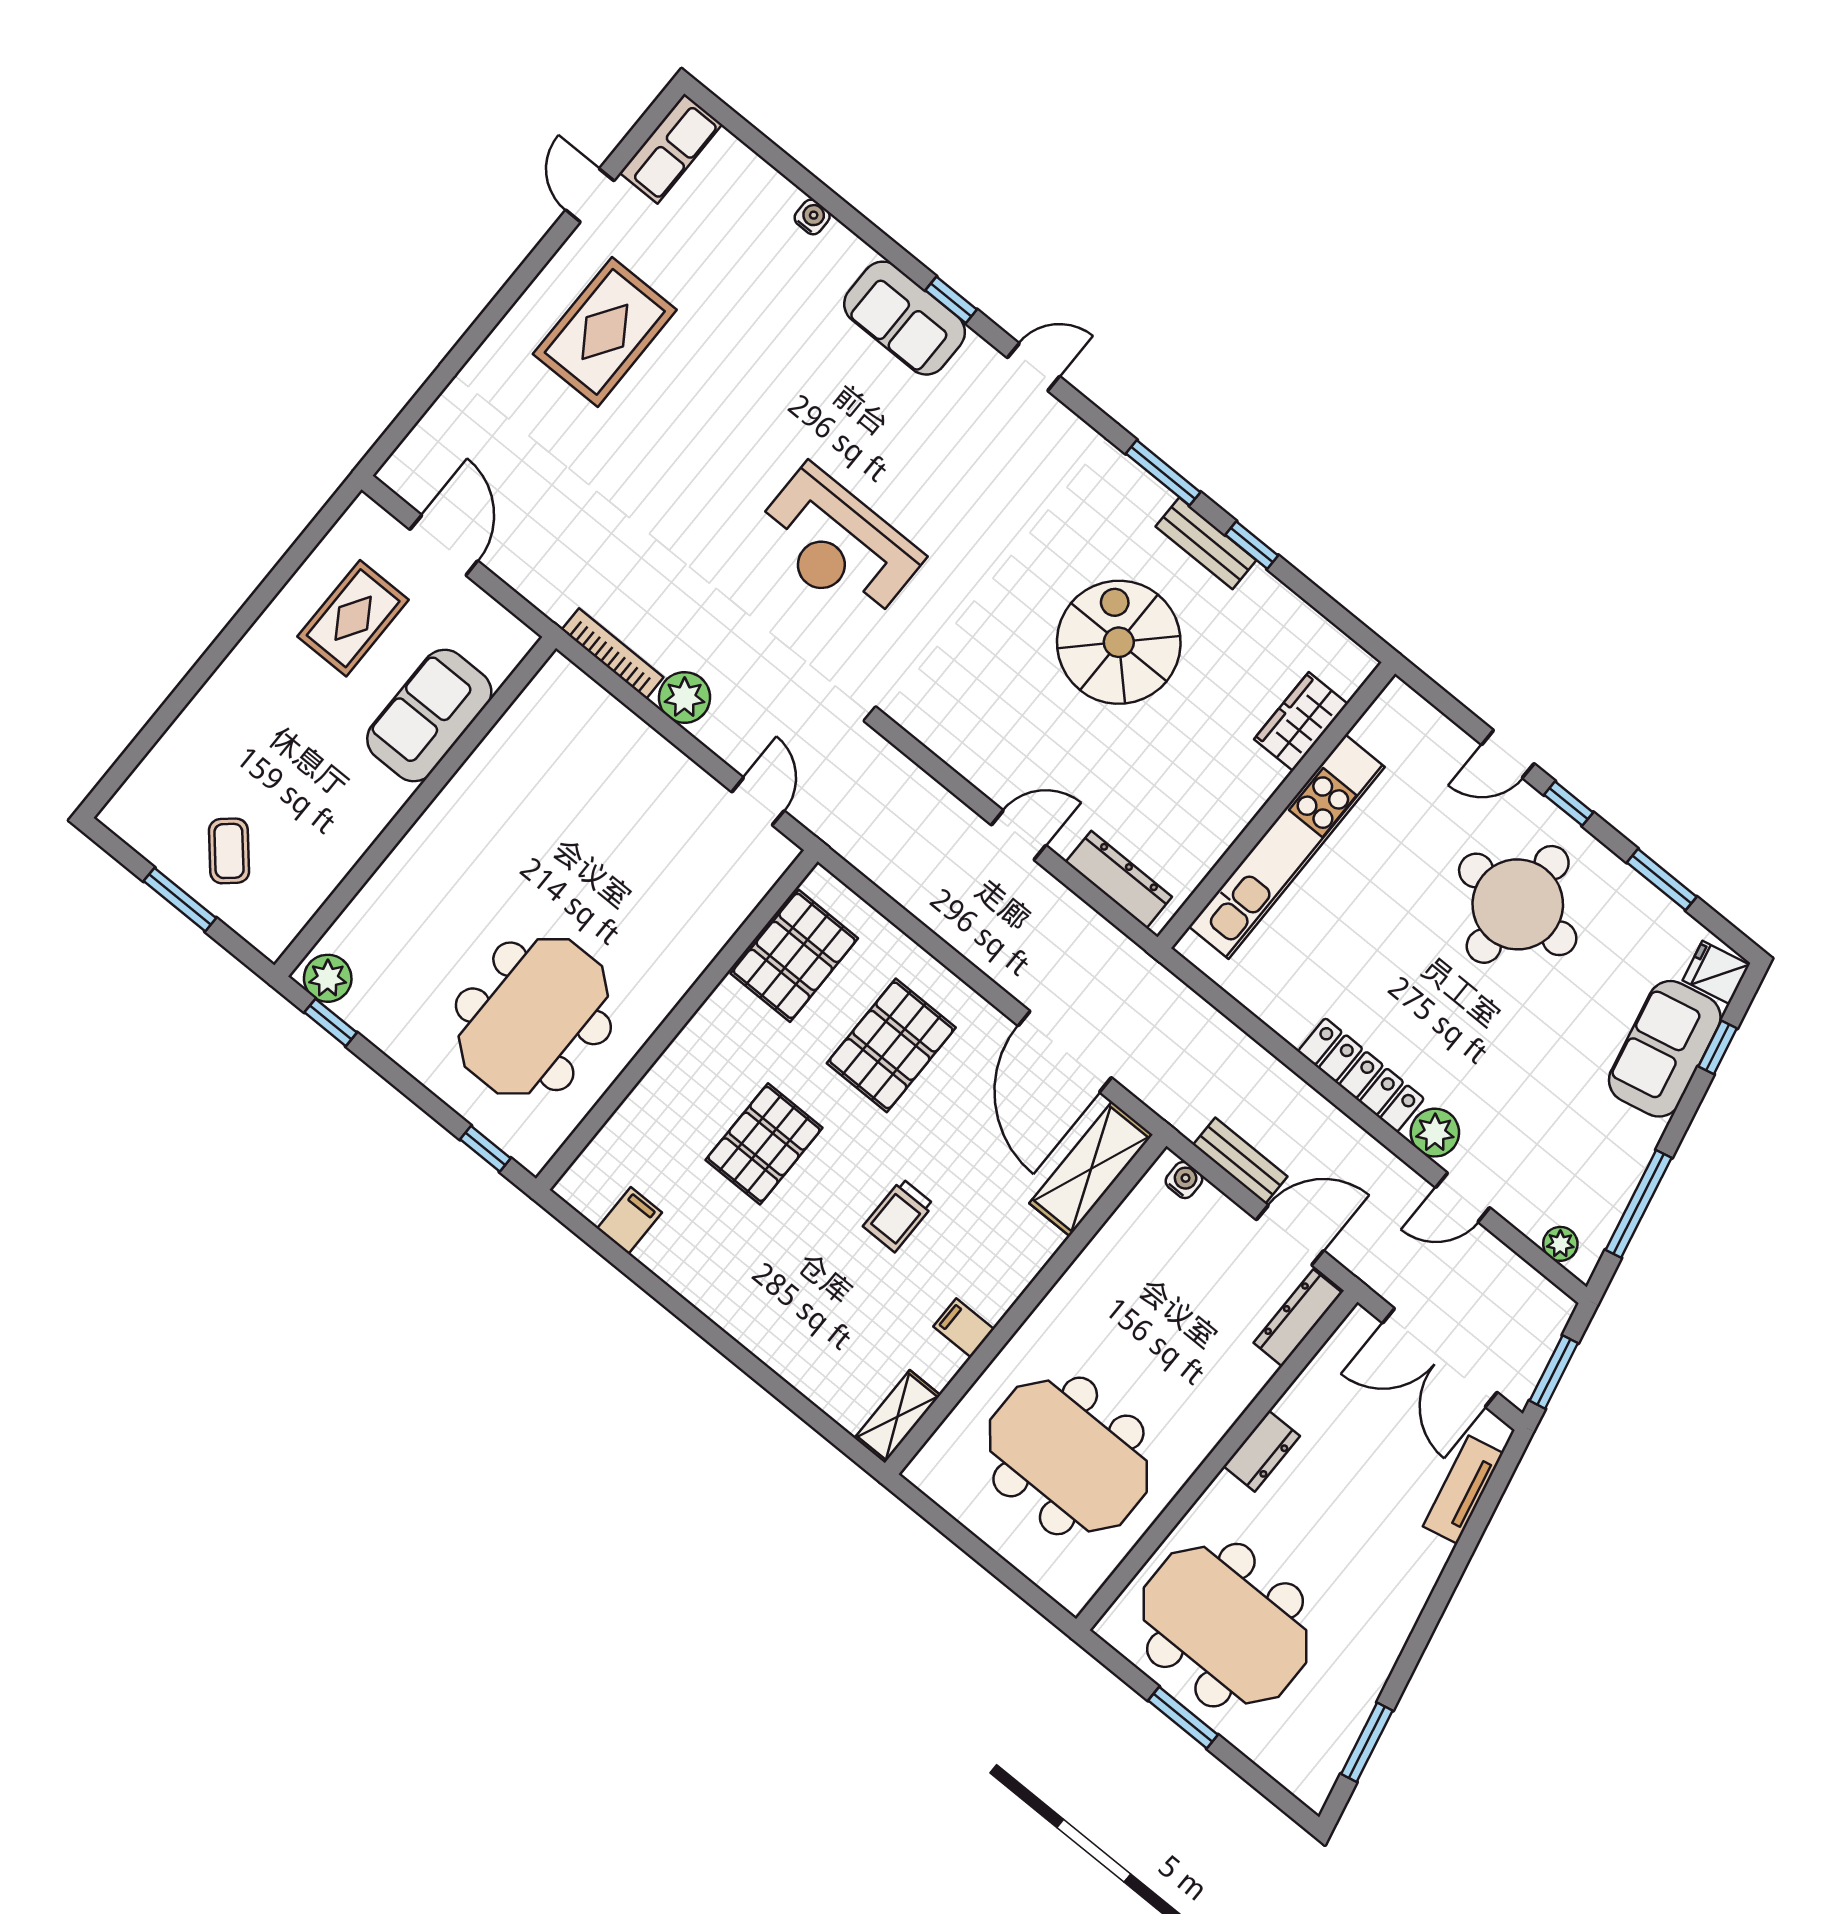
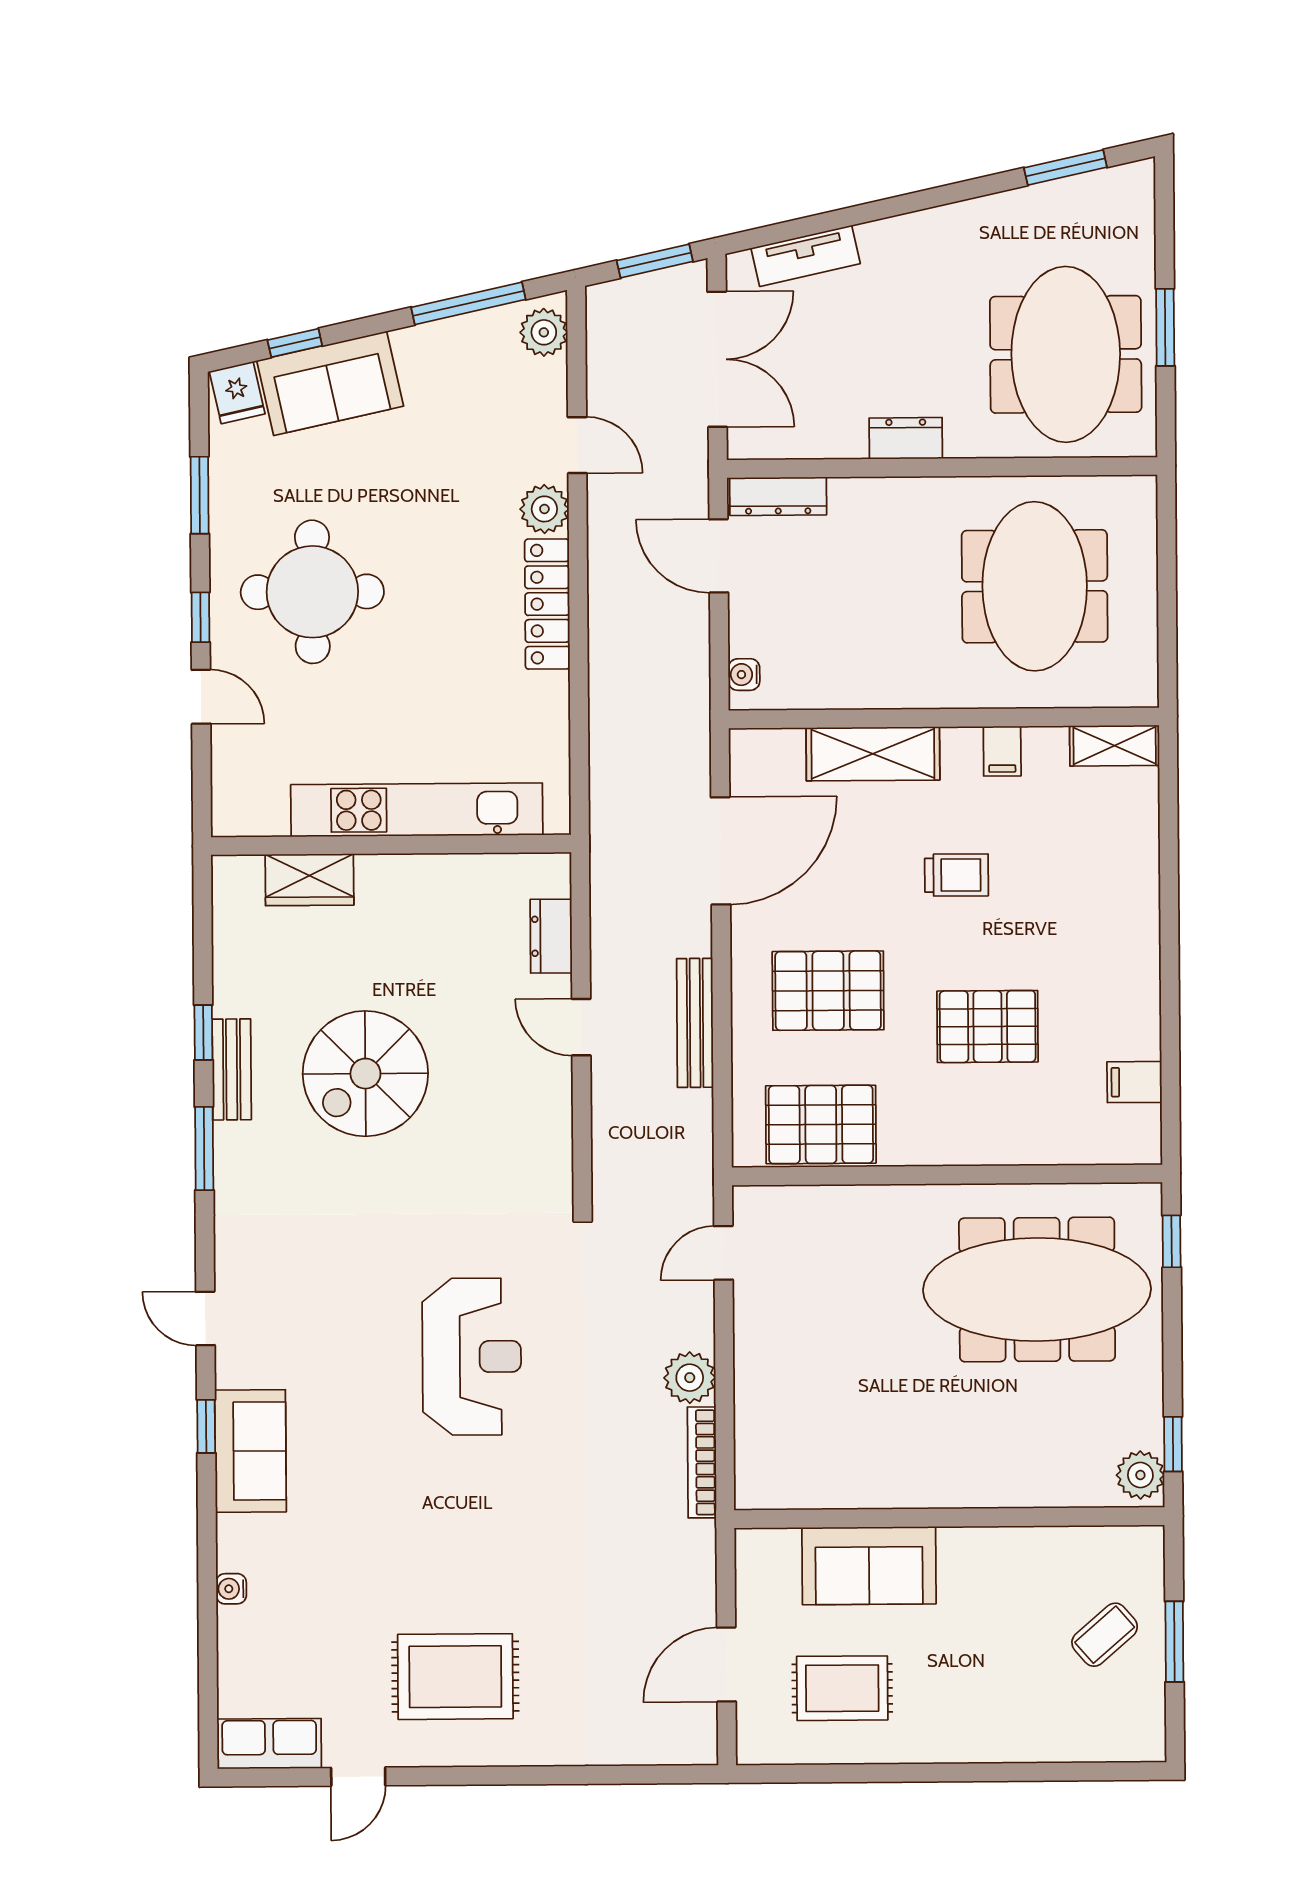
dresser: (1119, 879) -> (551, 936), width x0.70
meeting table: (533, 1016) -> (1037, 1289), width x1.36
bench: (1240, 1161) -> (695, 1023), moved, width x1.36
shelving: (1091, 1169) -> (873, 754), moved
plant: (1560, 1244) -> (544, 332), width x1.38, depth x1.38

